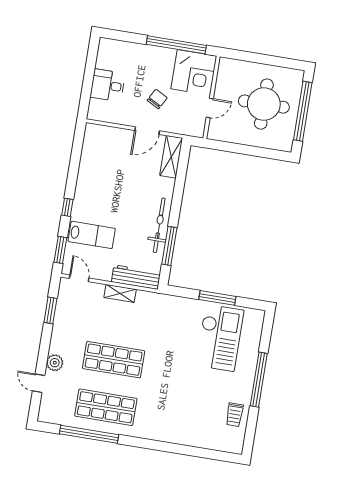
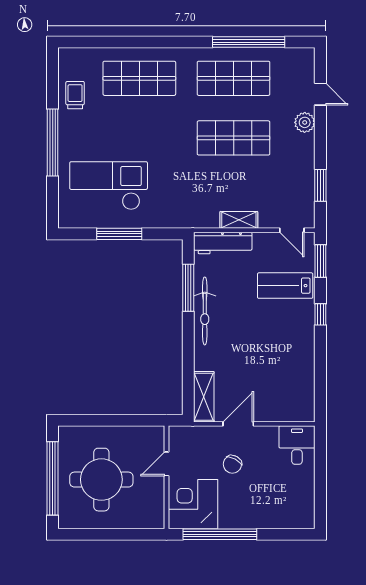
desk: (108, 85) -> (297, 445), moved, turned -90
checkout: (220, 338) -> (109, 186), turned 90
shop shelf: (181, 420) -> (139, 78), added

